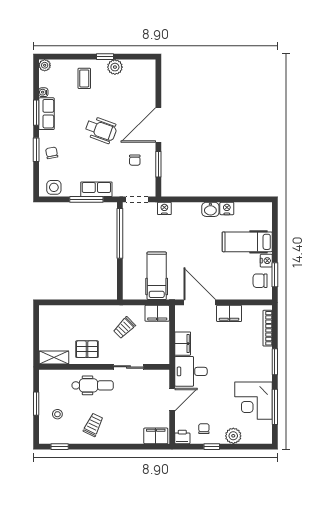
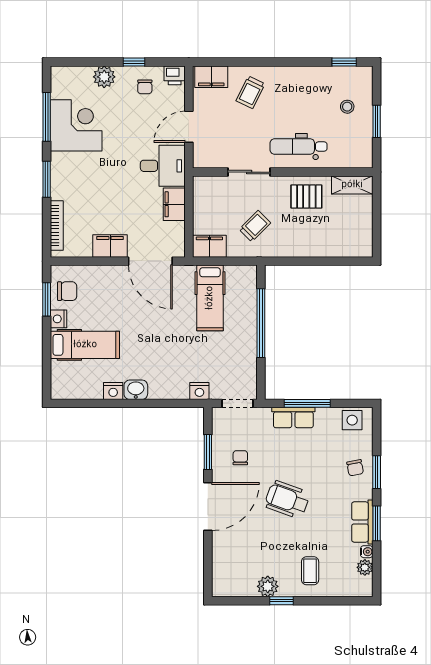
plant: (45, 65) -> (365, 567), moved
window: (120, 233) -> (261, 323), moved
trolley: (93, 425) -> (250, 92), moved

